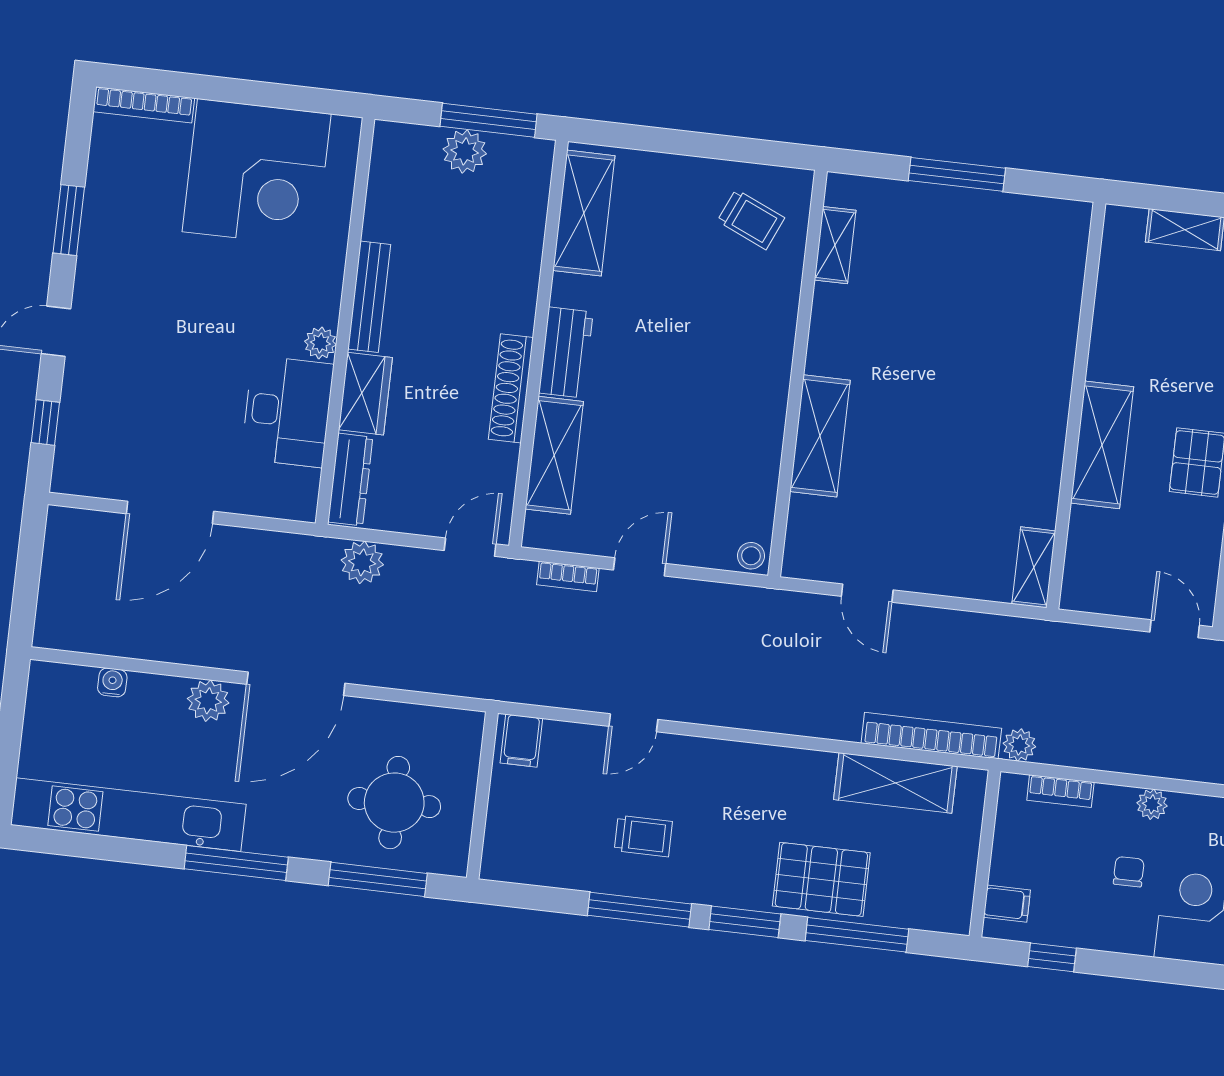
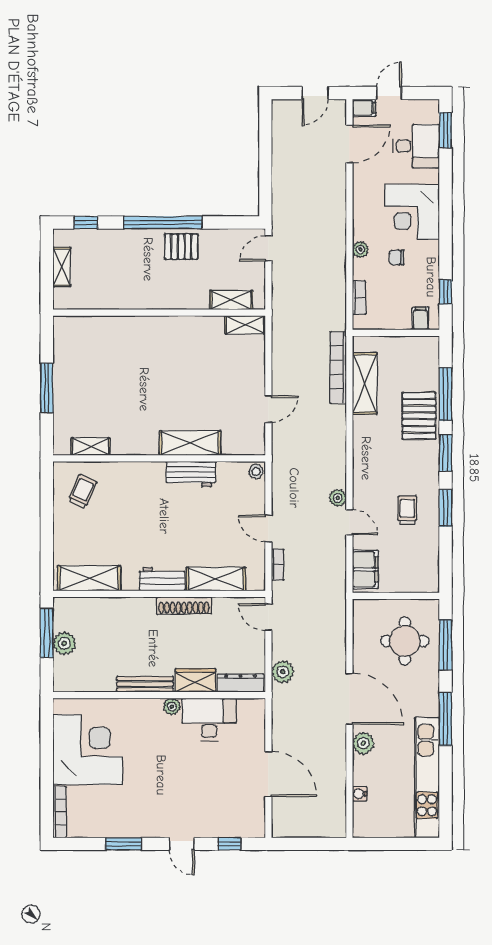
workbench: (760, 431) -> (191, 474), added
shelving: (1102, 445) -> (231, 300), moved, width x0.67, depth x0.75
filing cabinet: (521, 741) -> (365, 569), width x2.00
plant: (1019, 745) -> (338, 498), moved
window: (639, 910) -> (445, 508), width x0.69

